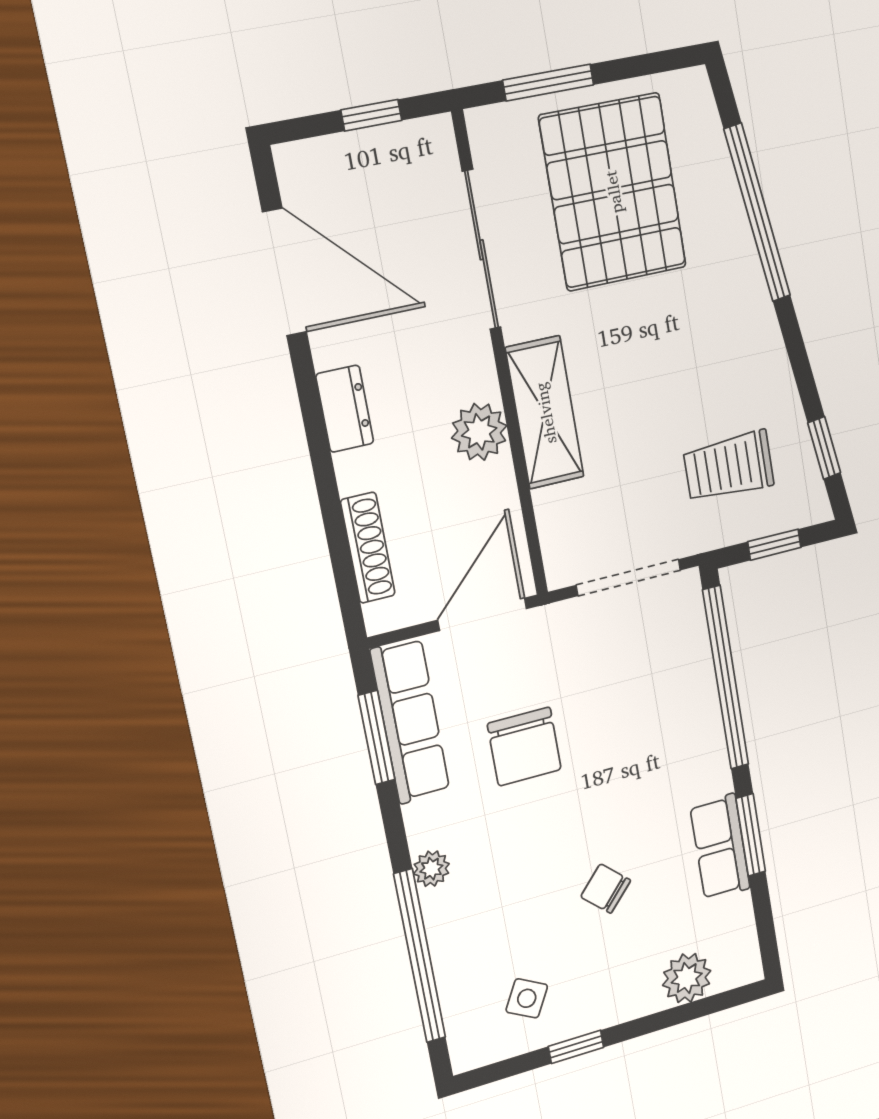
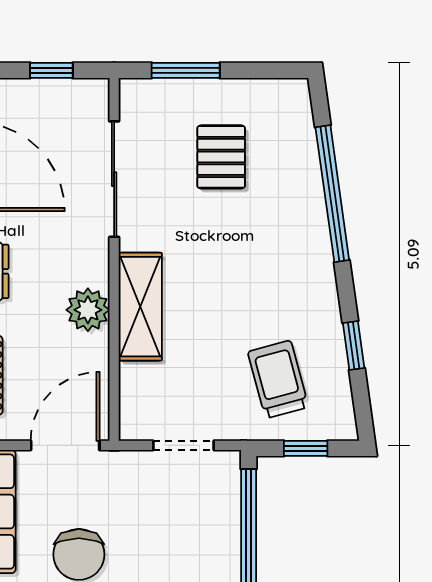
pallet: (613, 192) -> (221, 157), width x0.49, depth x0.50
window: (824, 448) -> (354, 345), moved
trolley: (729, 467) -> (278, 379), turned 75
doorway: (629, 578) -> (183, 445), width x0.73

